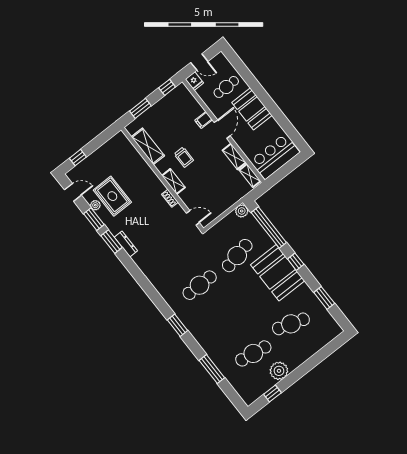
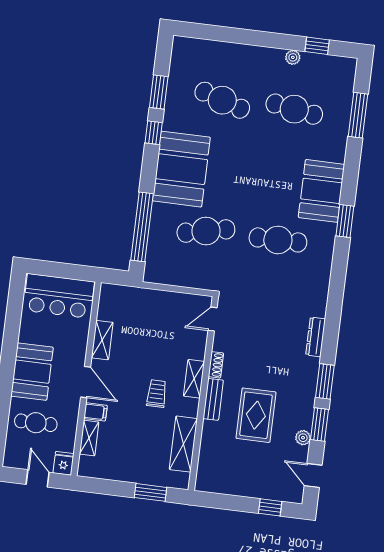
window: (167, 87) -> (99, 486), removed
door: (222, 129) -> (86, 382), swing flipped
shelving: (250, 176) -> (89, 438), moved
bench: (155, 181) -> (213, 399), added
rug: (112, 196) -> (256, 415), moved
plant: (242, 211) -> (153, 274), removed
door: (193, 218) -> (213, 319), hinge flipped
dresser: (126, 244) -> (316, 337), moved
window: (296, 262) -> (154, 133), moved
booth: (202, 328) -> (321, 191), added
window: (212, 369) -> (358, 115), moved
plant: (279, 371) -> (293, 57), width x0.53, depth x0.53

